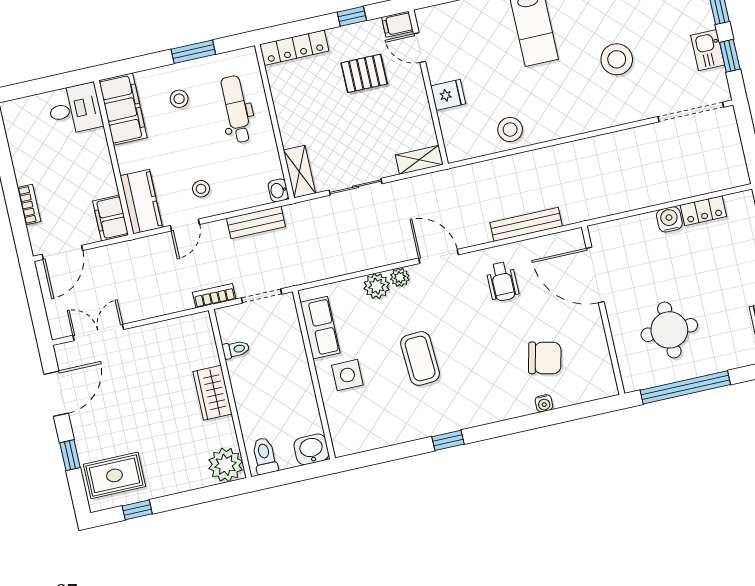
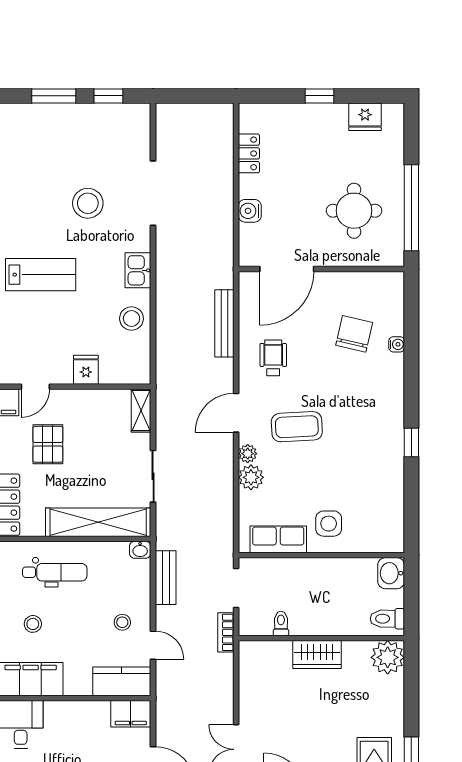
kitchen sink: (708, 50) -> (138, 270), moved, turned 90
dental chair: (236, 109) -> (55, 572), turned 180
doorway: (691, 112) -> (153, 193), moved
shelving: (299, 172) -> (98, 522), width x2.20, depth x1.33
water cooler: (669, 219) -> (250, 211), moved
wheelchair: (502, 282) -> (273, 358), turned -90
coffee table: (420, 358) -> (297, 427), moved

